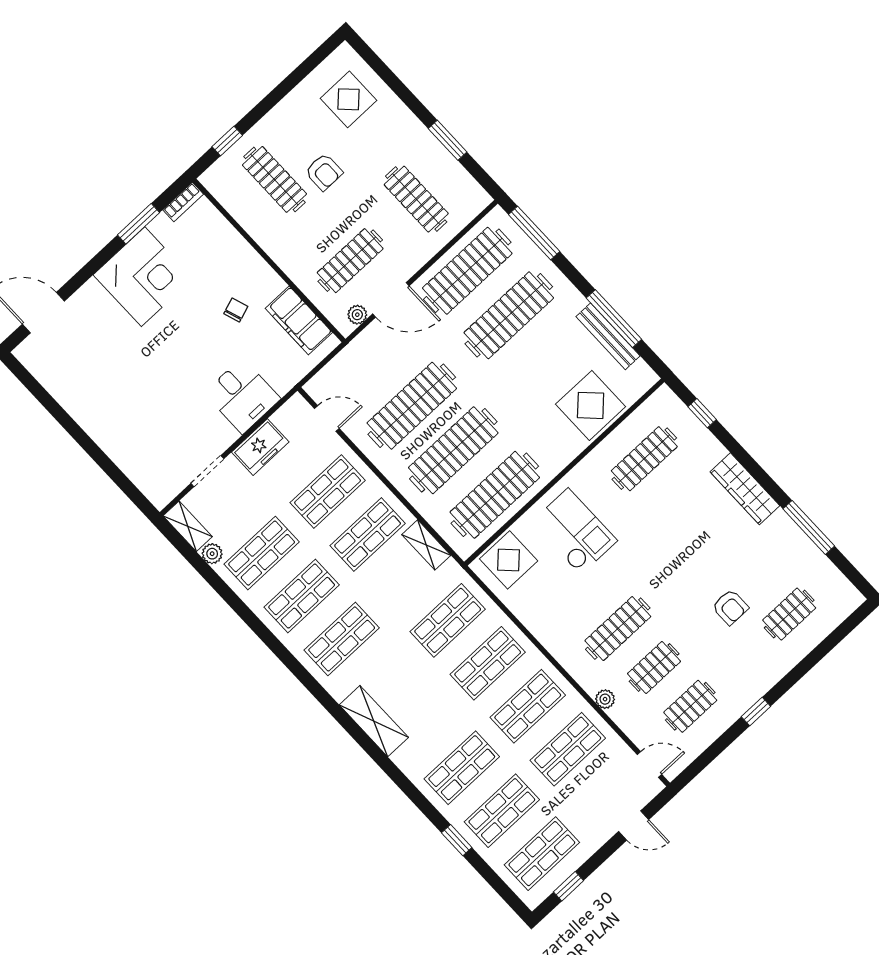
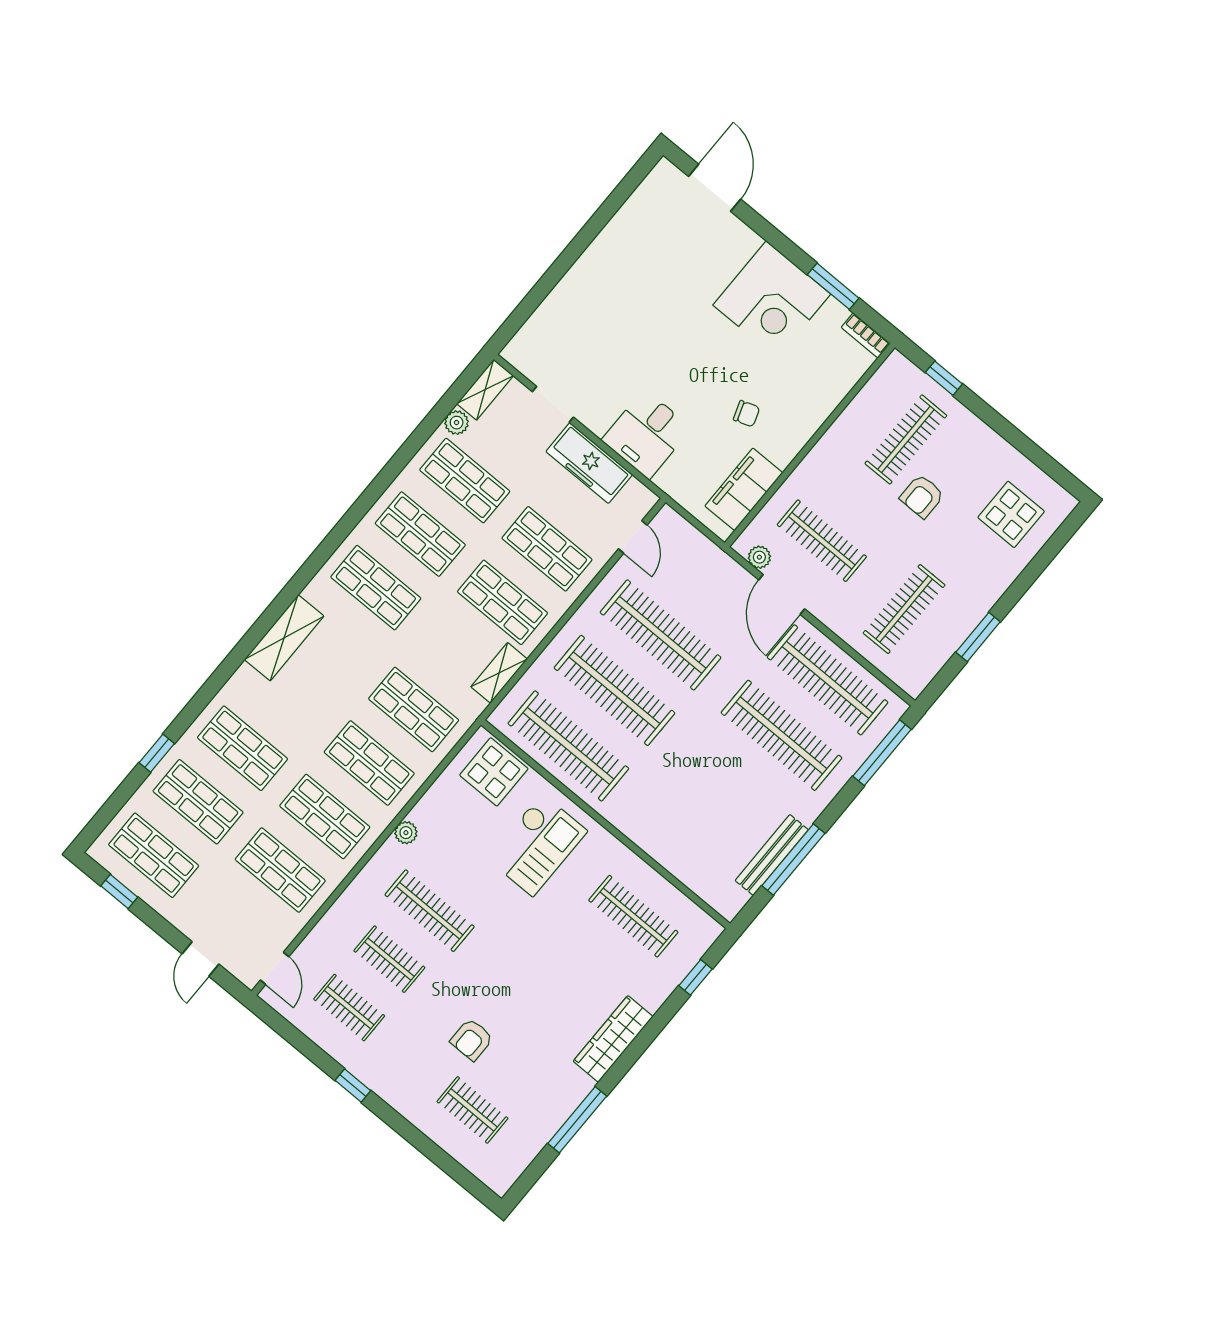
display table: (591, 405) -> (688, 845), removed
freezer: (260, 447) -> (589, 463), width x1.40
plant: (605, 699) -> (406, 833), moved

